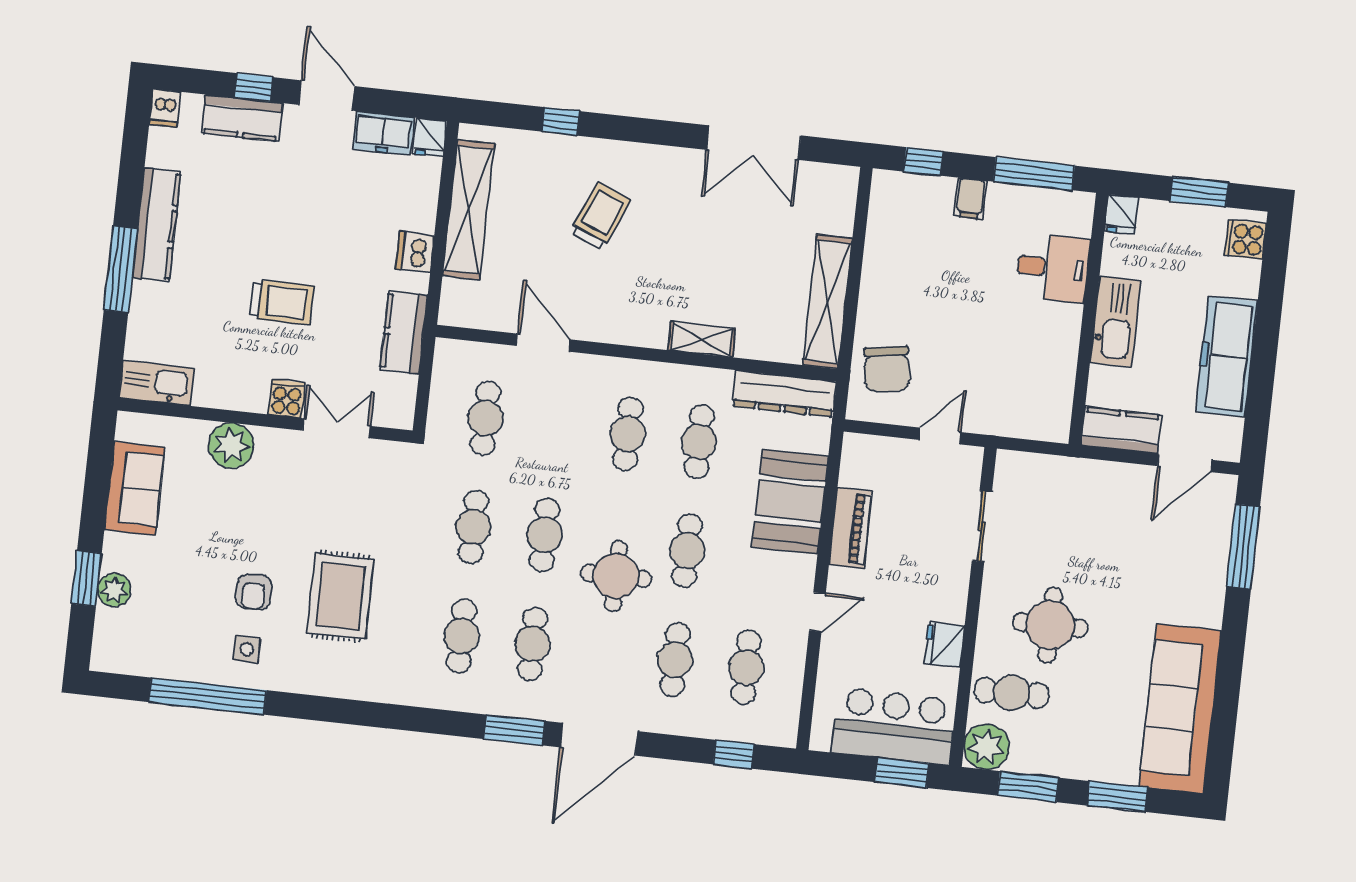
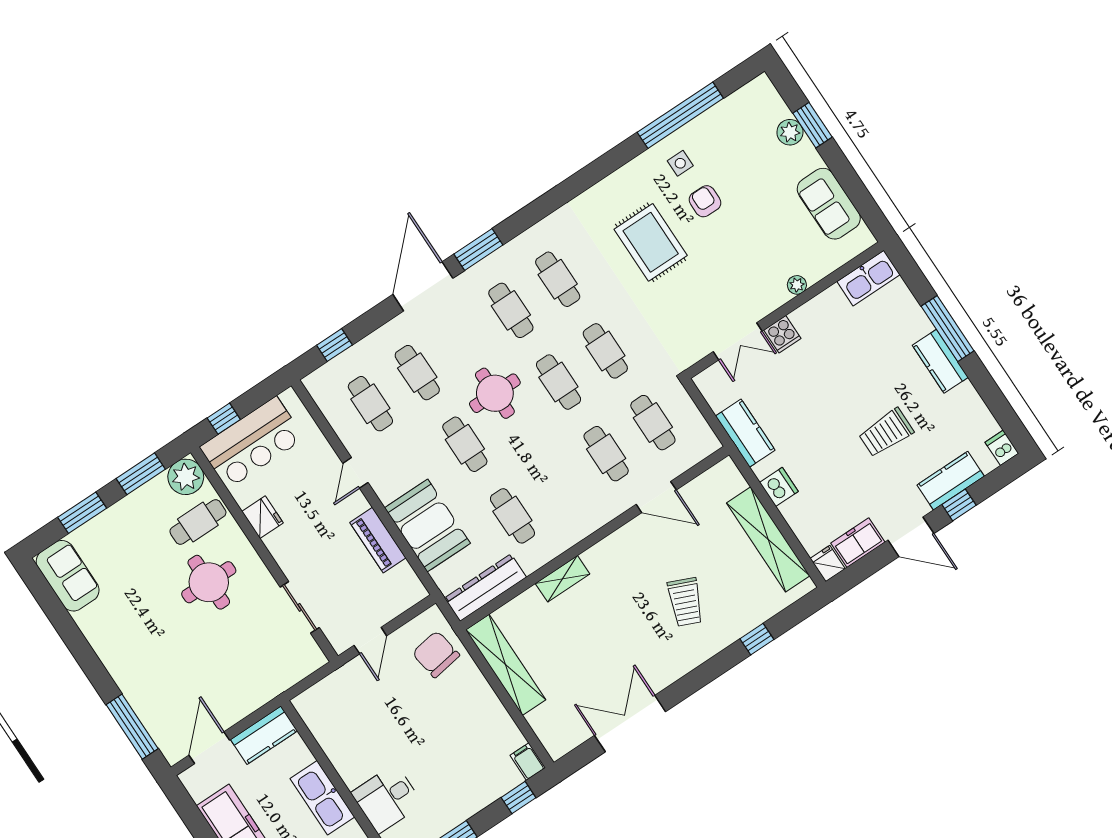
filing cabinet: (971, 198) -> (528, 762), moved
kitchen counter: (157, 225) -> (940, 361), width x0.67
trolley: (282, 302) -> (886, 433), moved
cafe table: (628, 434) -> (606, 454), moved
plant: (231, 445) -> (797, 285), width x0.53, depth x0.53
sofa: (1180, 709) -> (68, 576), width x0.54, depth x0.79
window: (902, 773) -> (224, 419), width x0.67

